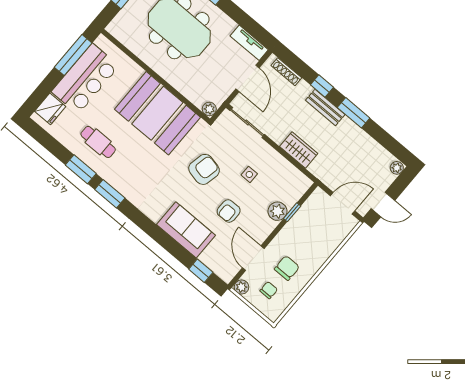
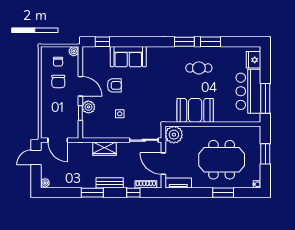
window: (322, 86) -> (133, 193), moved
plant: (209, 109) -> (174, 135), width x1.88, depth x1.88
booth: (157, 113) -> (195, 110), width x0.73, depth x0.70
cafe table: (98, 142) -> (199, 68), moved
armchair: (204, 169) -> (146, 96), removed
door: (343, 203) -> (58, 140), hinge flipped
armchair: (229, 211) -> (114, 85), turned 90
door: (253, 258) -> (80, 86), moved

